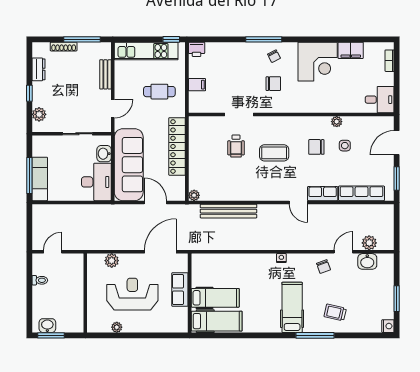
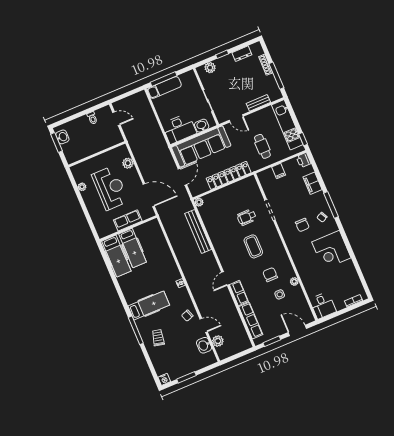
filing cabinet: (351, 50) -> (313, 183), moved

